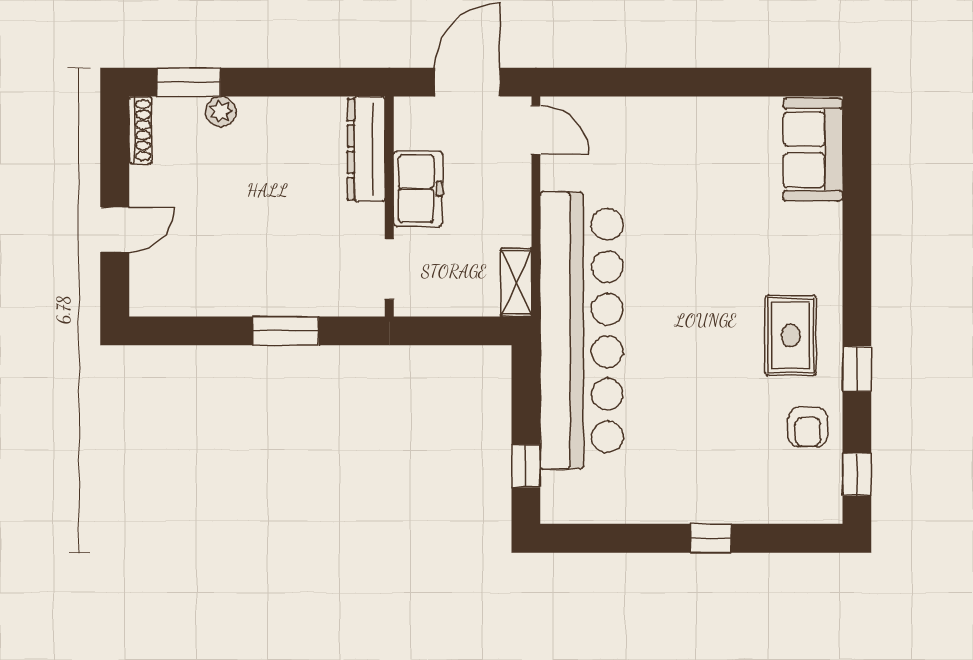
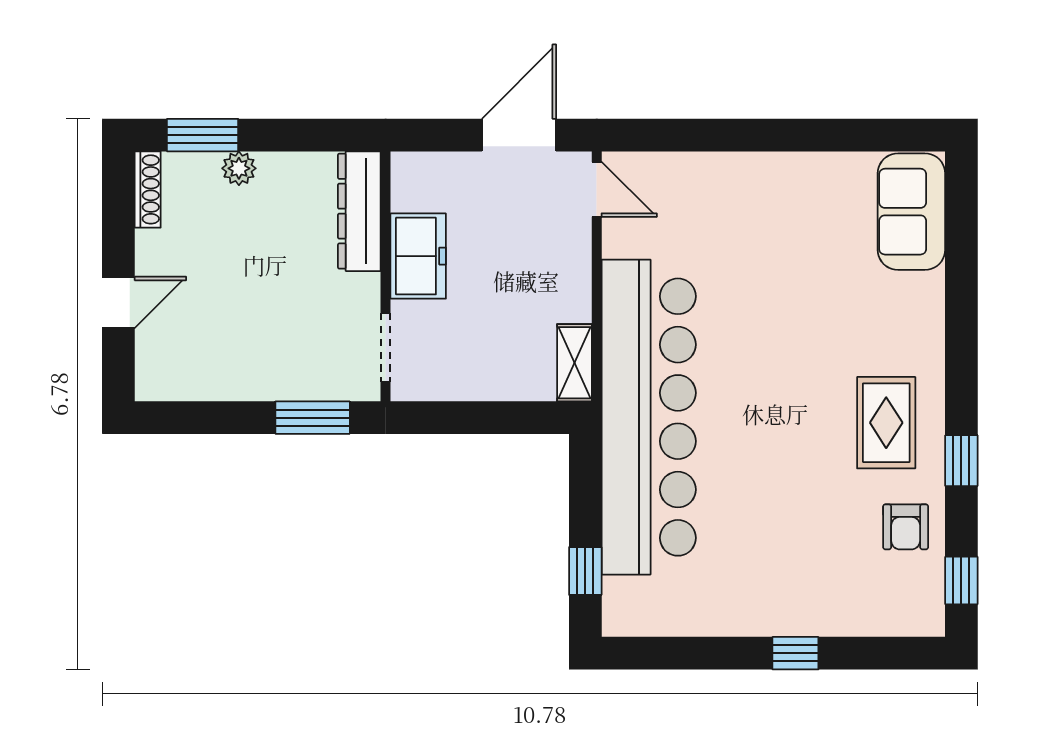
dresser: (366, 149) -> (359, 211), moved
freezer: (418, 189) -> (418, 256), moved
wall: (389, 207) -> (386, 276), moved
doorway: (389, 269) -> (386, 348), moved

